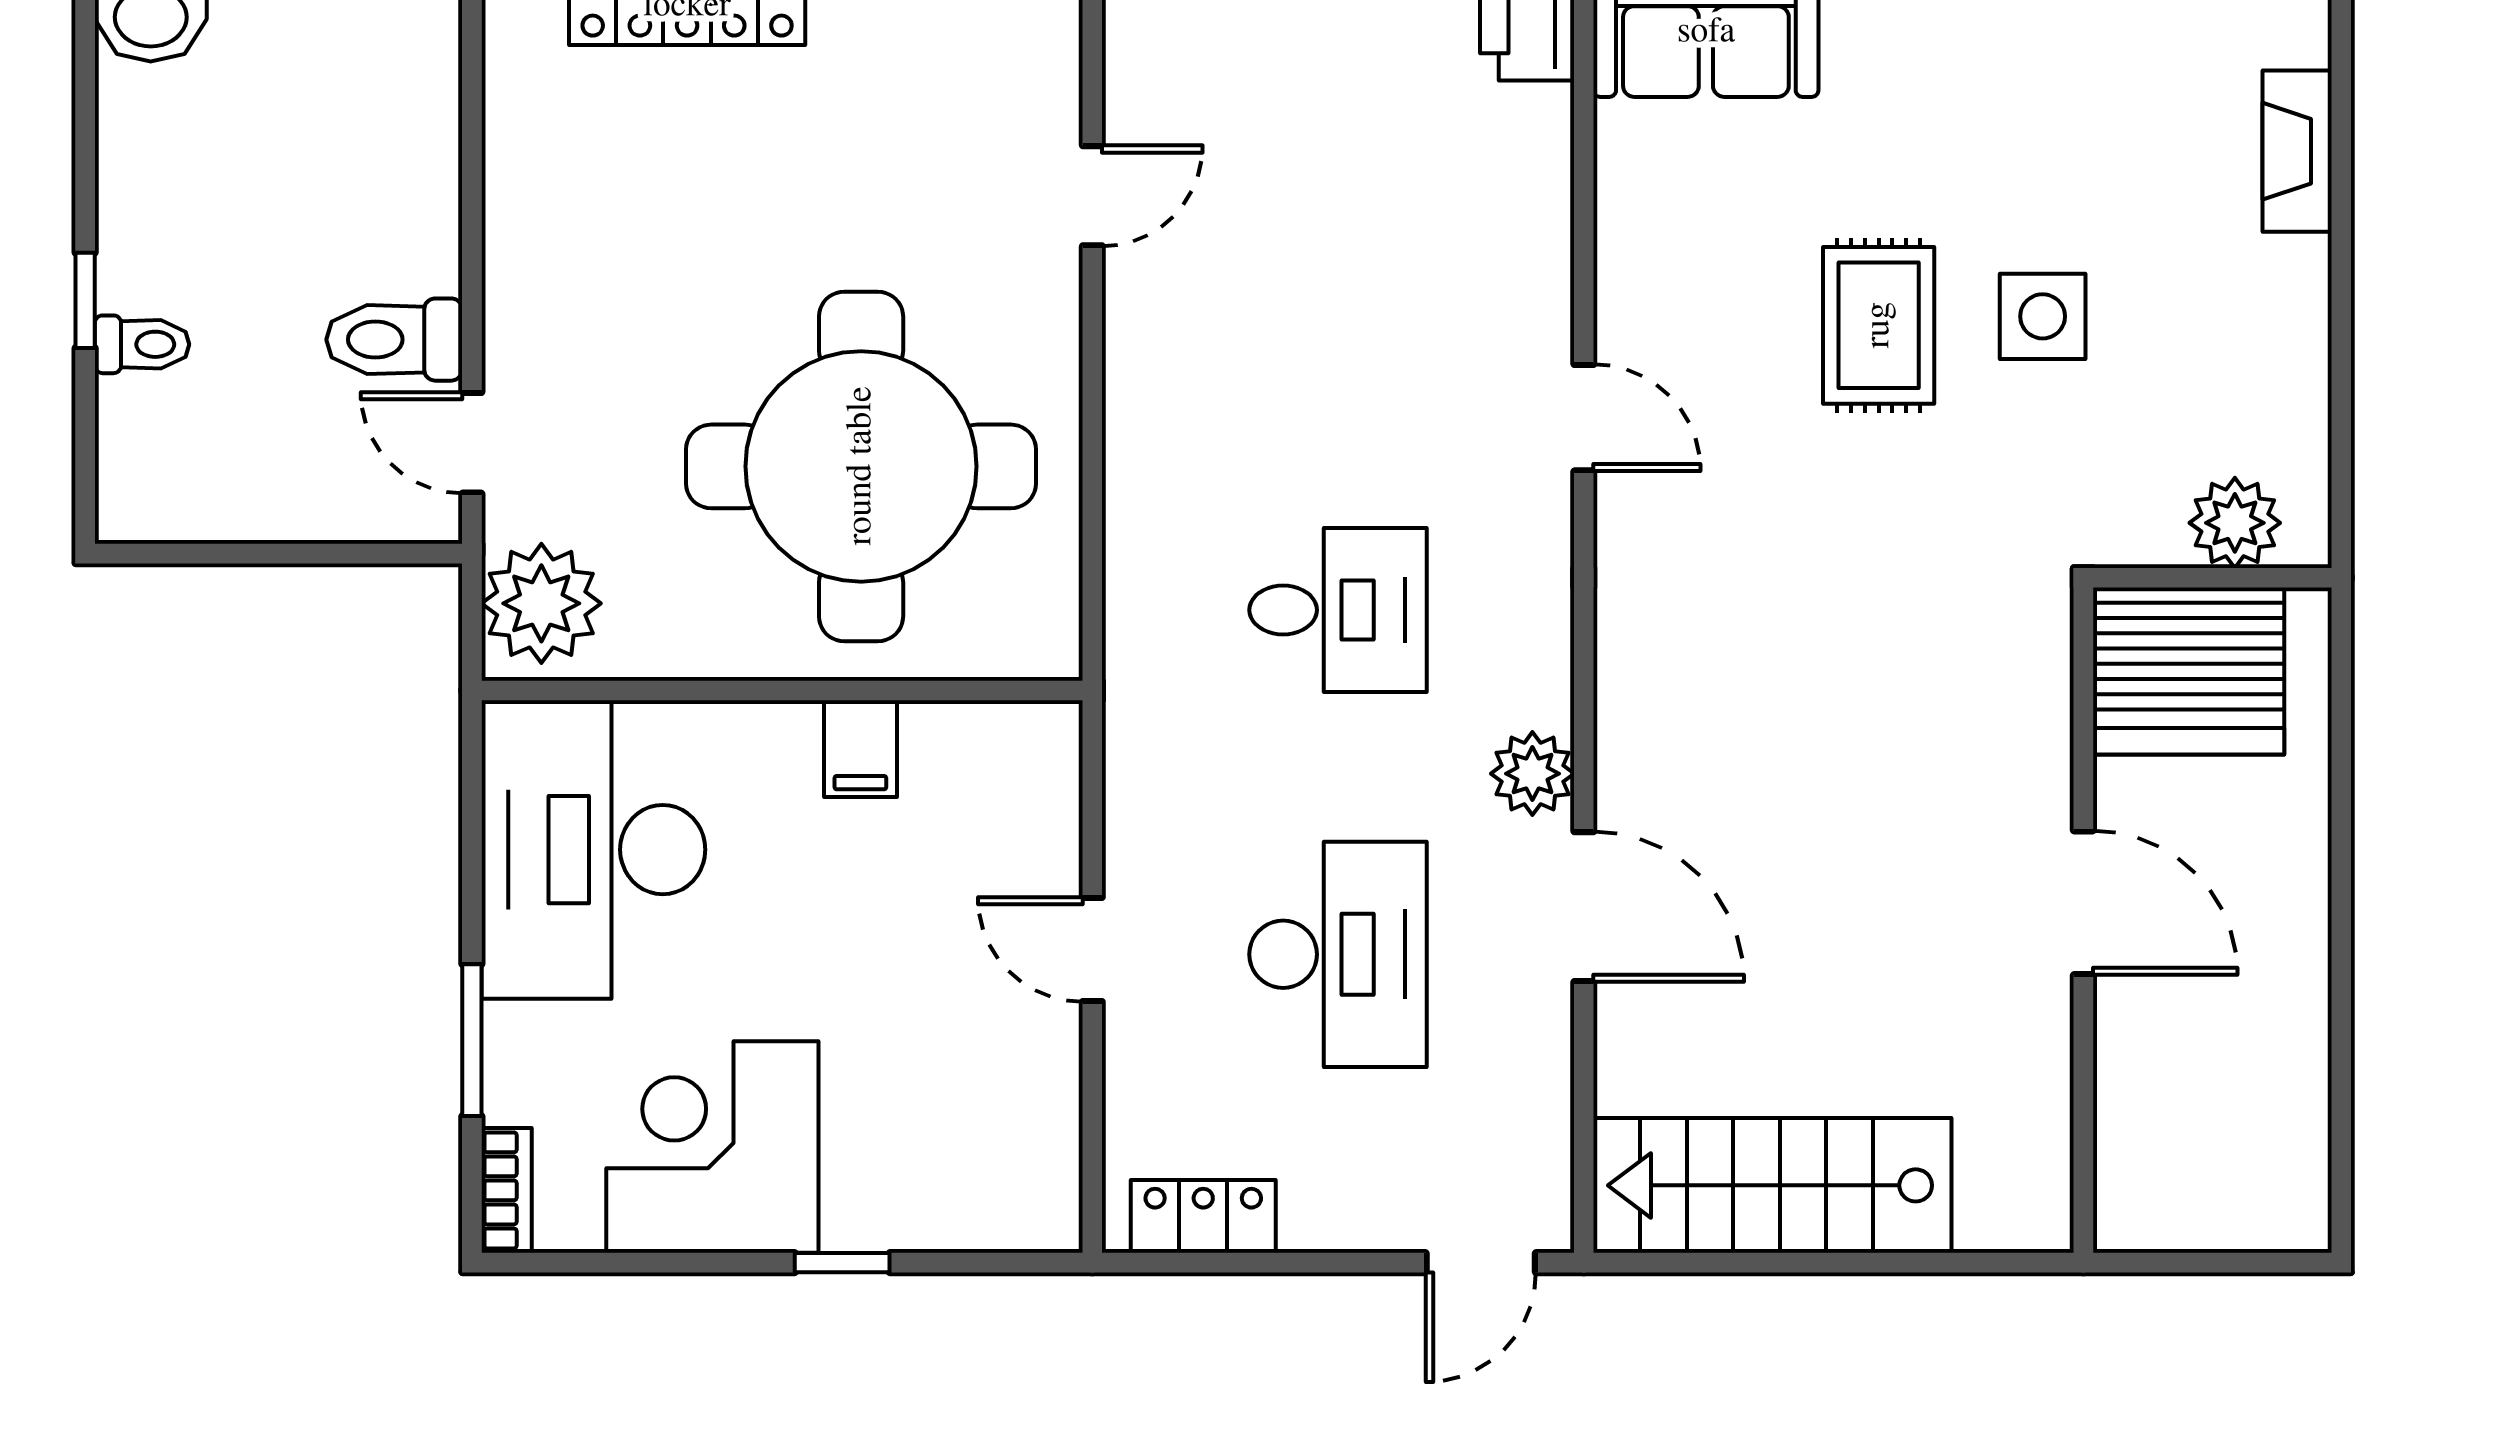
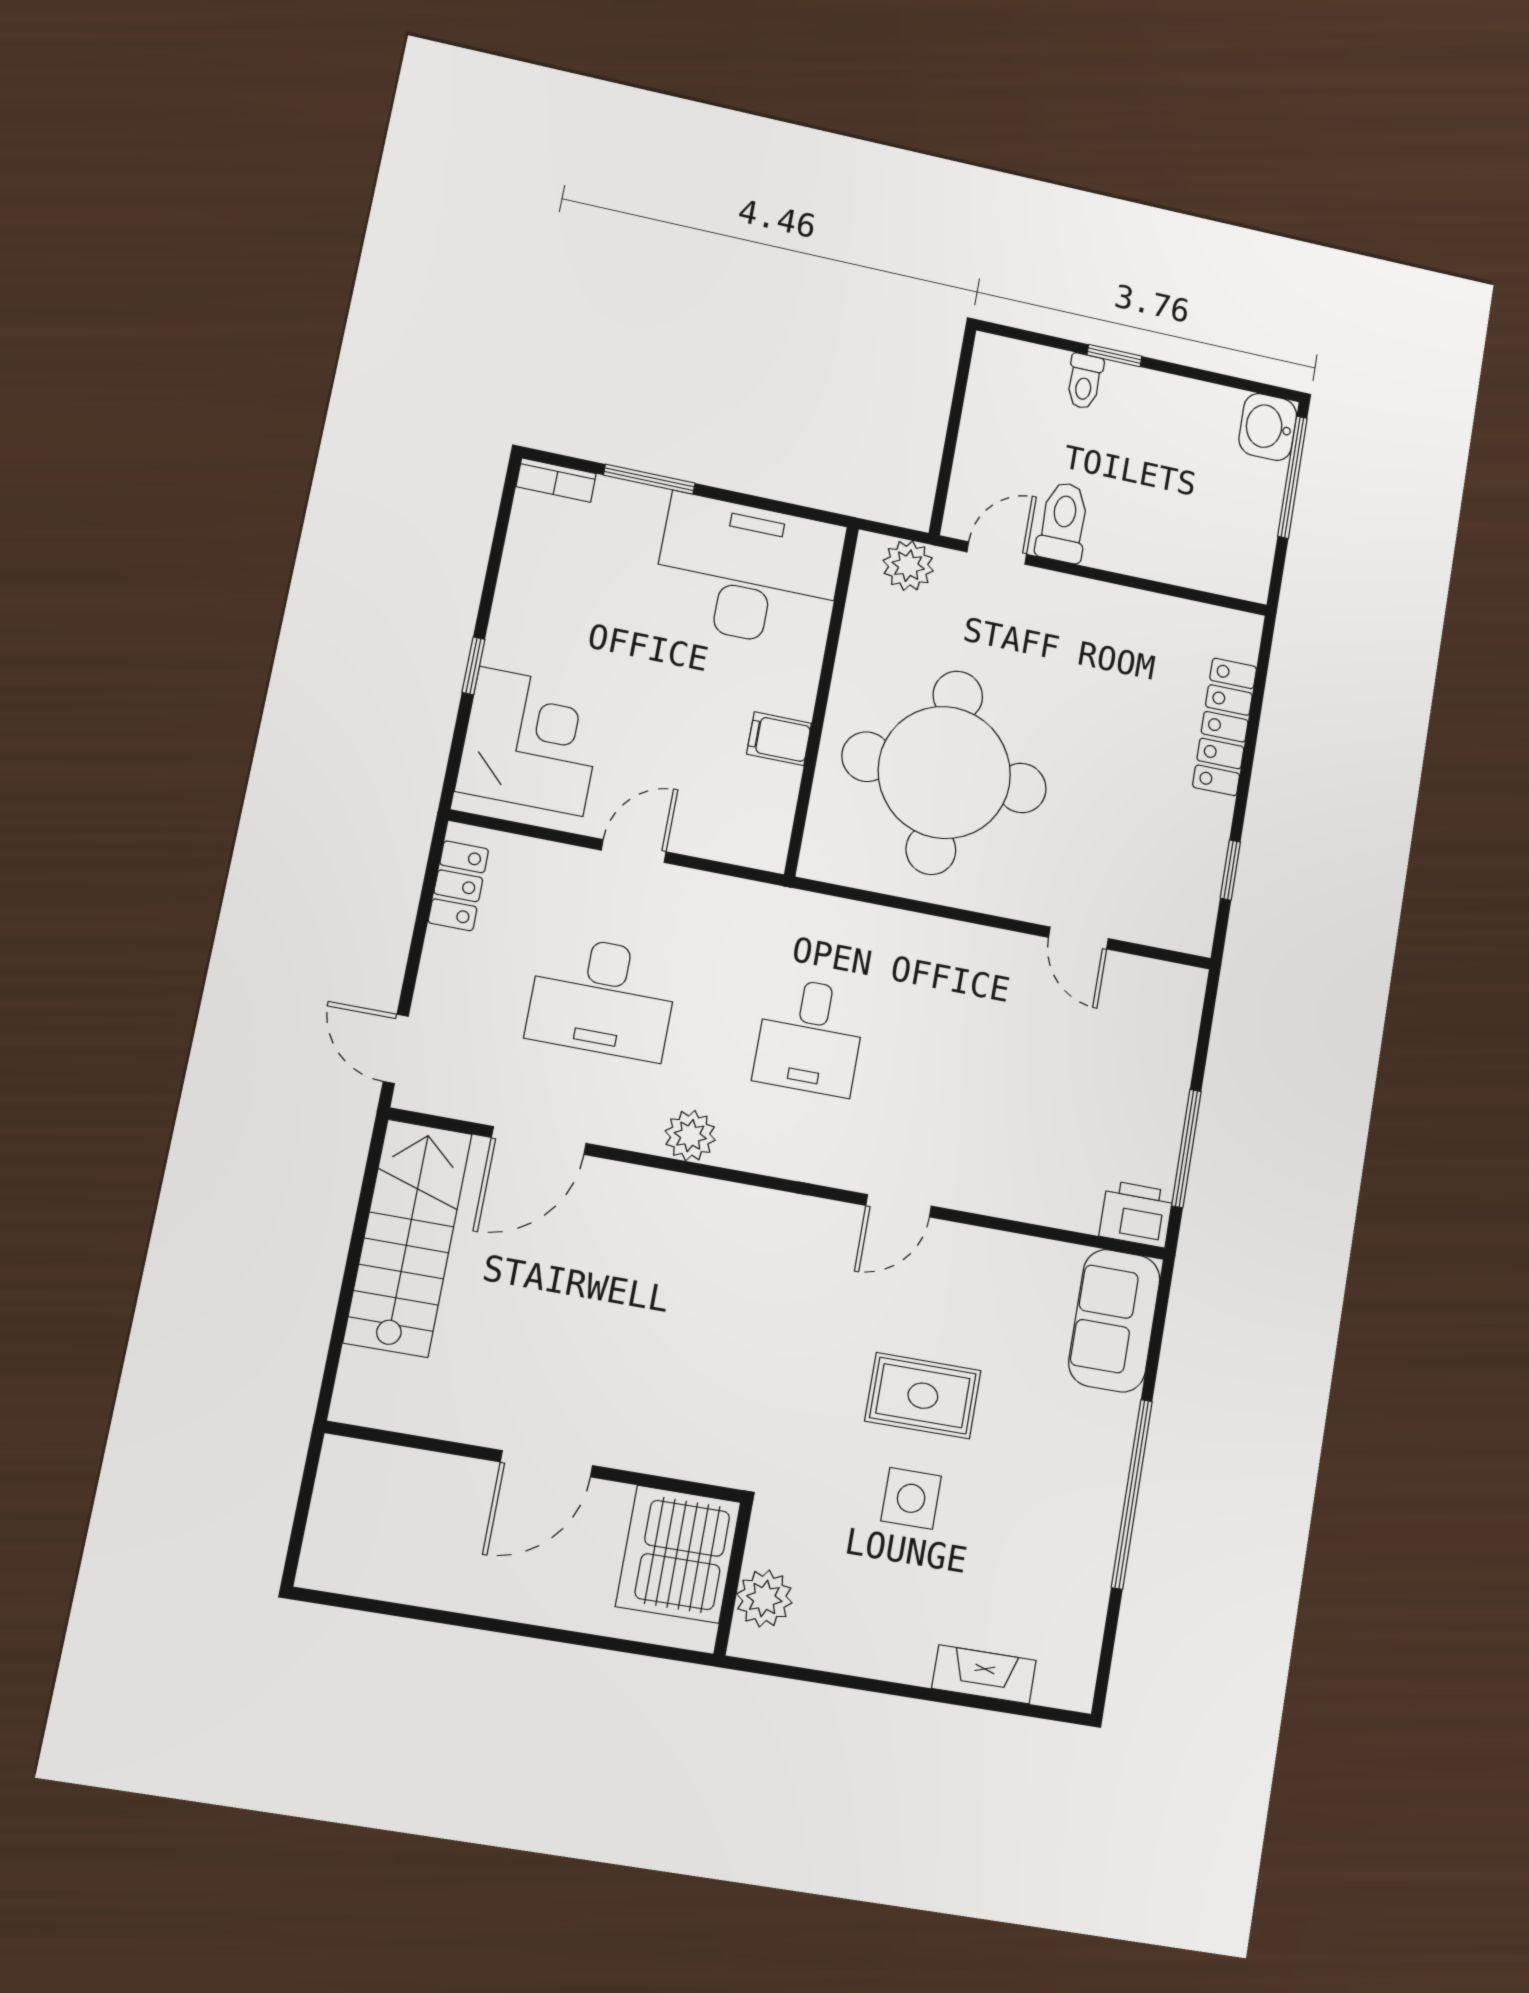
plant: (541, 603) -> (908, 566), width x0.73, depth x0.73
door: (1584, 907) -> (539, 1140), moved
corner desk: (712, 1147) -> (531, 741), moved

